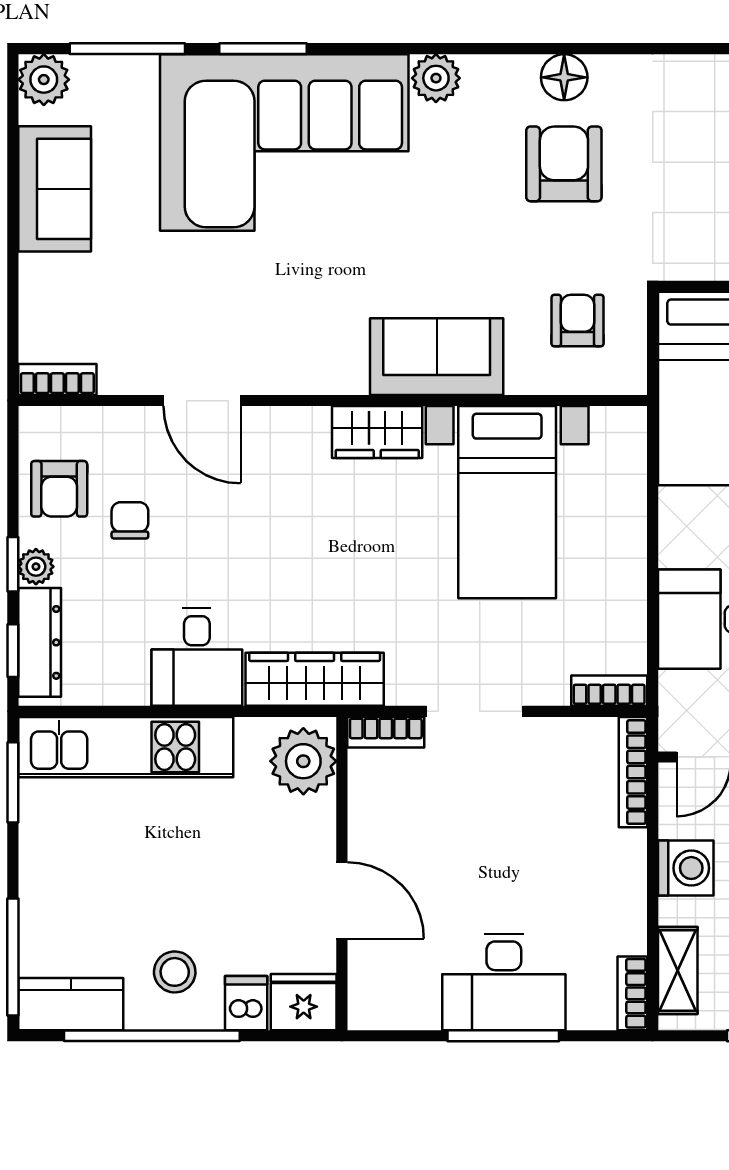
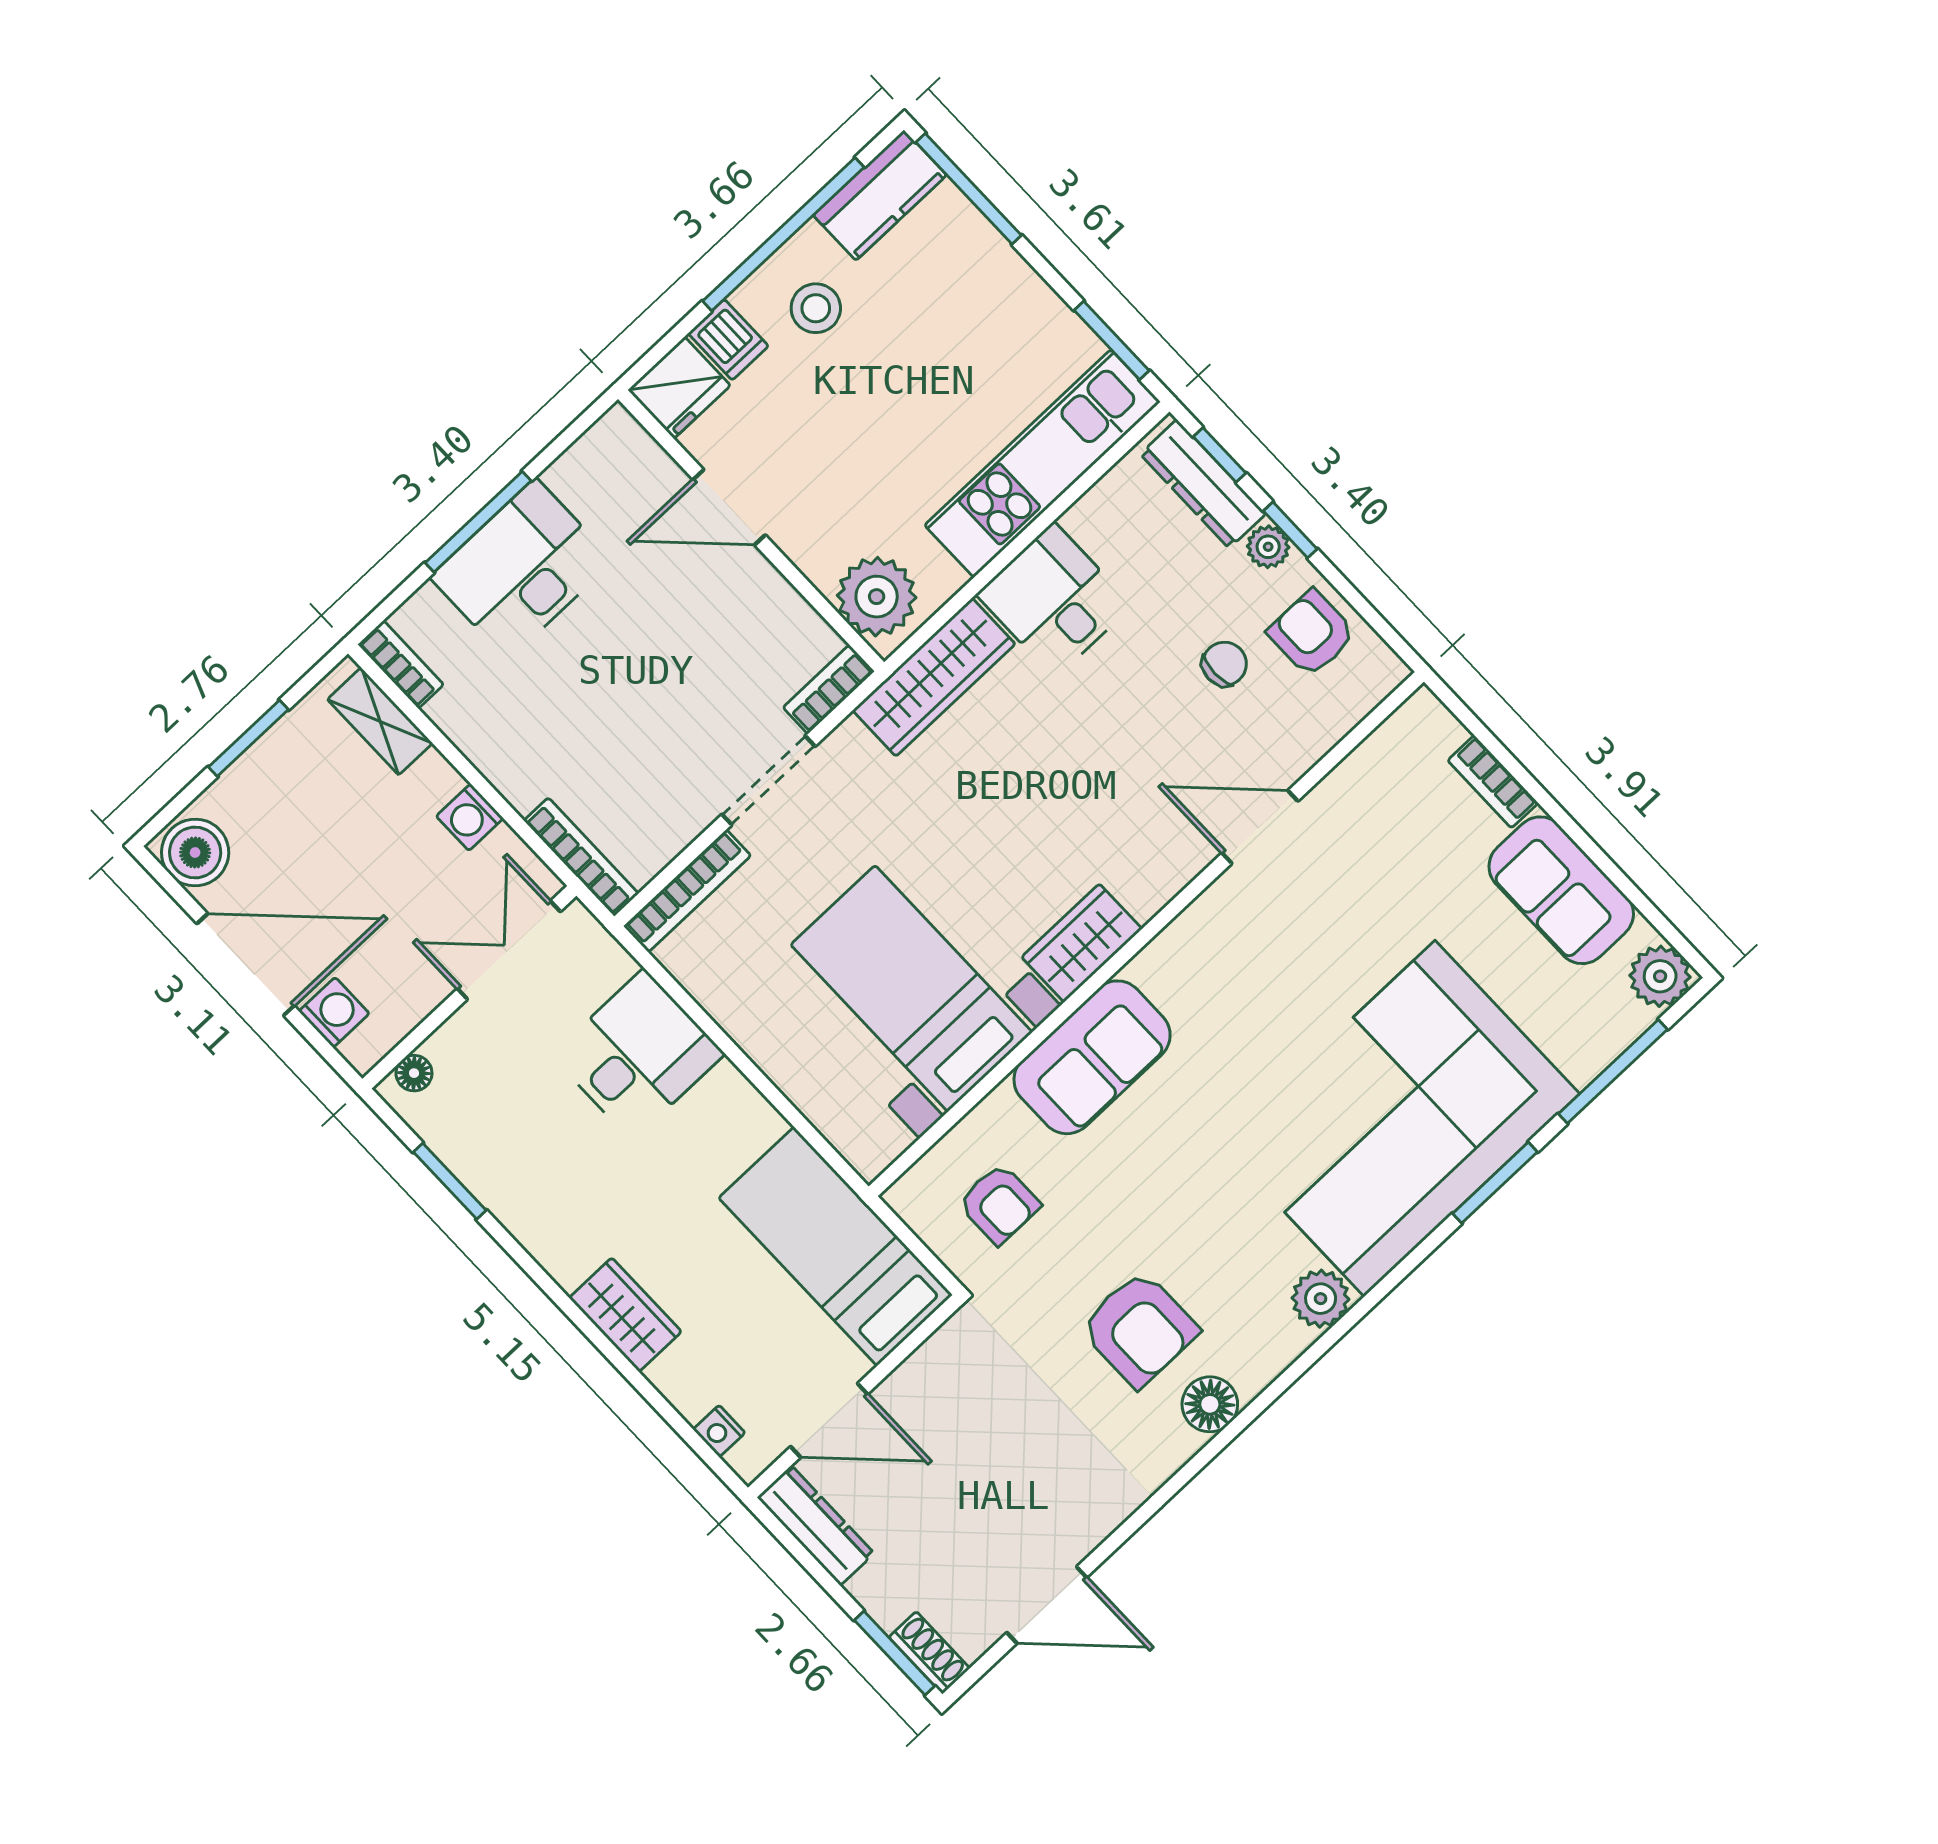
bookcase: (57, 379) -> (1493, 782), moved, turned 90
chair: (130, 520) -> (1224, 664), turned -90
bookcase: (609, 691) -> (687, 891), width x1.56
washing machine: (686, 868) -> (470, 817), width x0.73, depth x0.73

